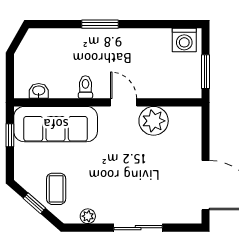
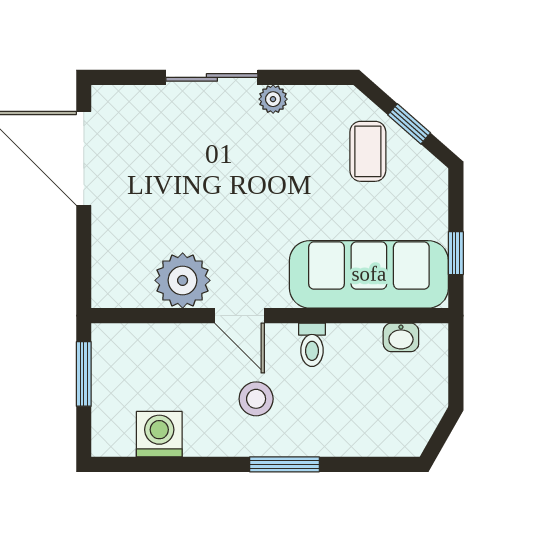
washing machine: (184, 40) -> (159, 434), moved
stool: (115, 59) -> (256, 399), added
plant: (88, 216) -> (273, 99), moved

